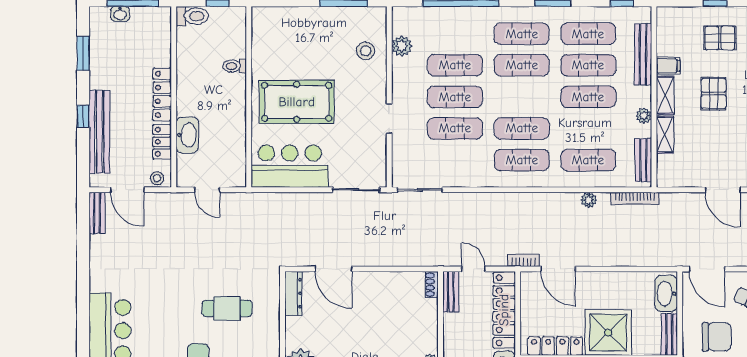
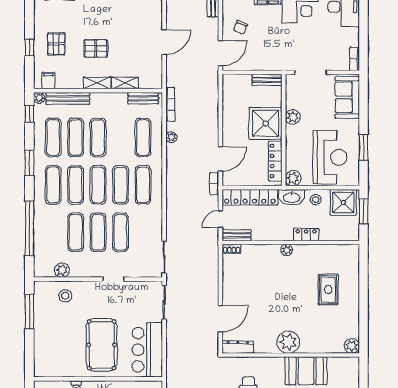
filing cabinet: (668, 66) -> (48, 81), moved
exercise mat: (522, 97) -> (98, 185), added
plant: (644, 116) -> (39, 98), moved
washbasin: (666, 294) -> (238, 82), removed
chair: (717, 337) -> (269, 46), removed

